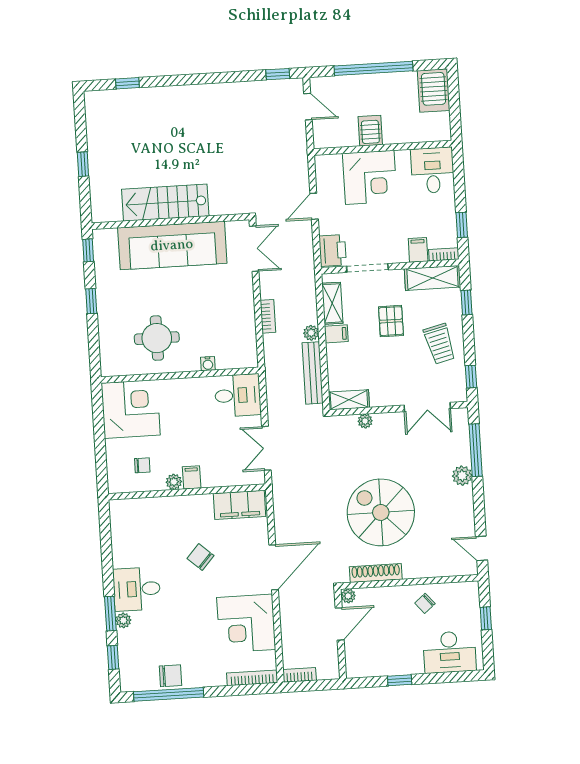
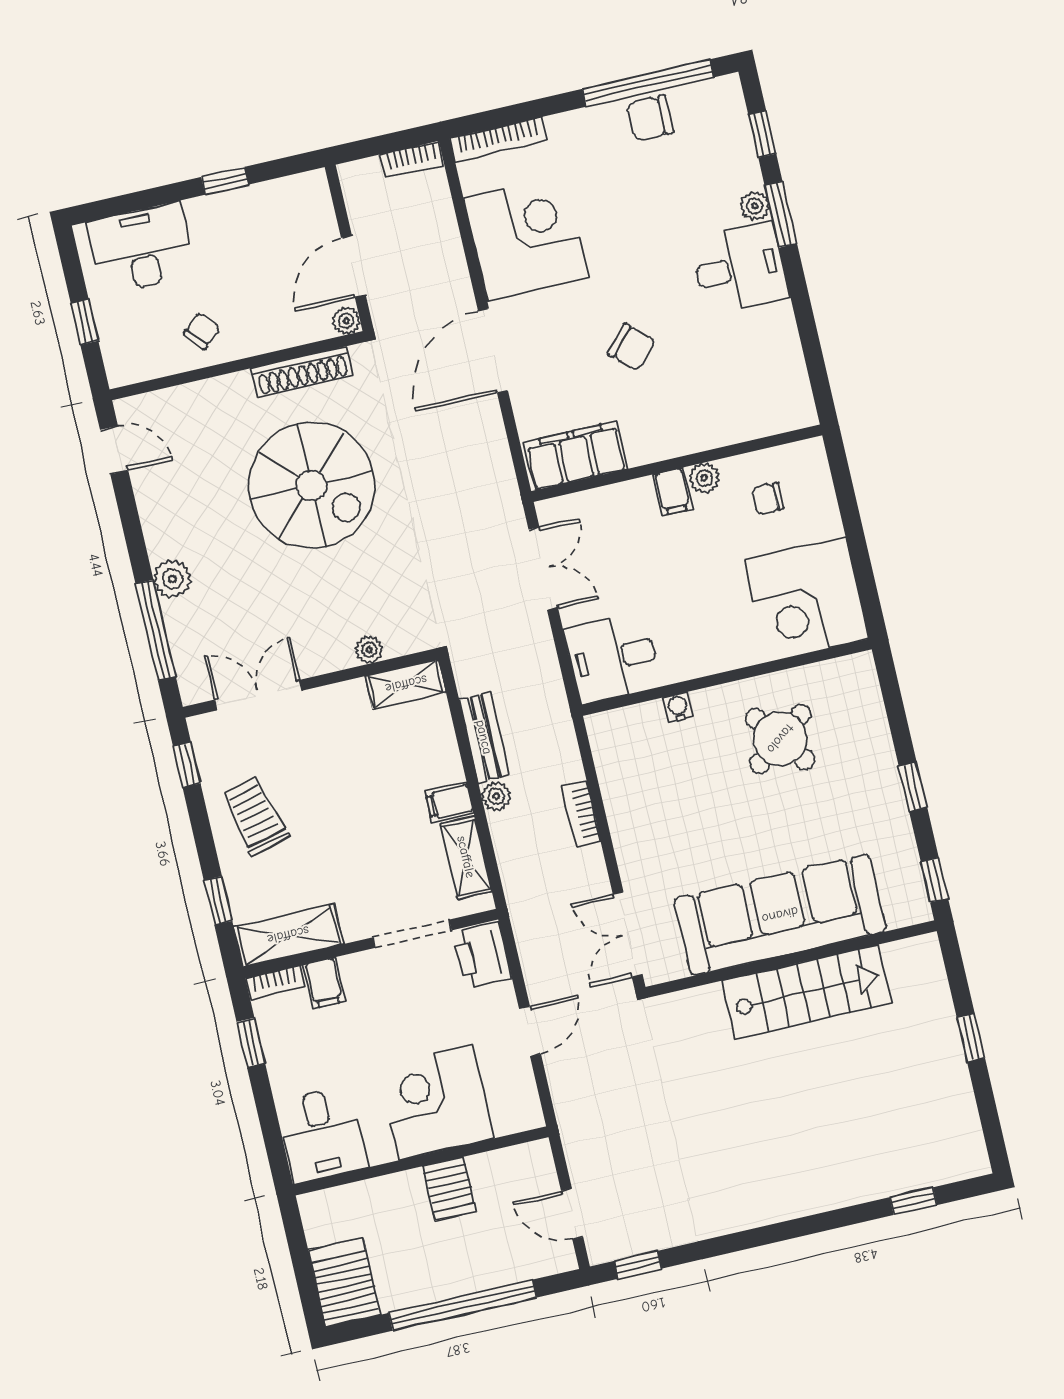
pallet: (391, 321) -> (352, 843), removed
round table: (157, 338) -> (780, 739), turned -37
bench: (313, 373) -> (484, 737), width x0.73

